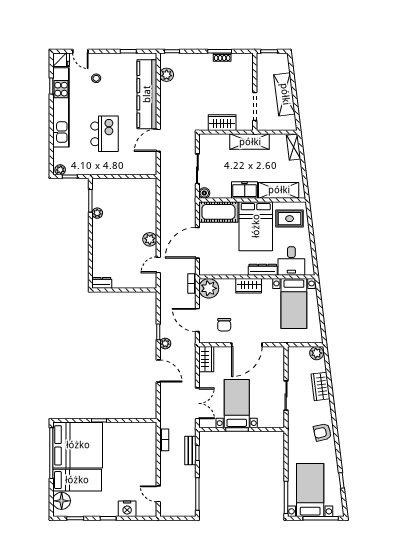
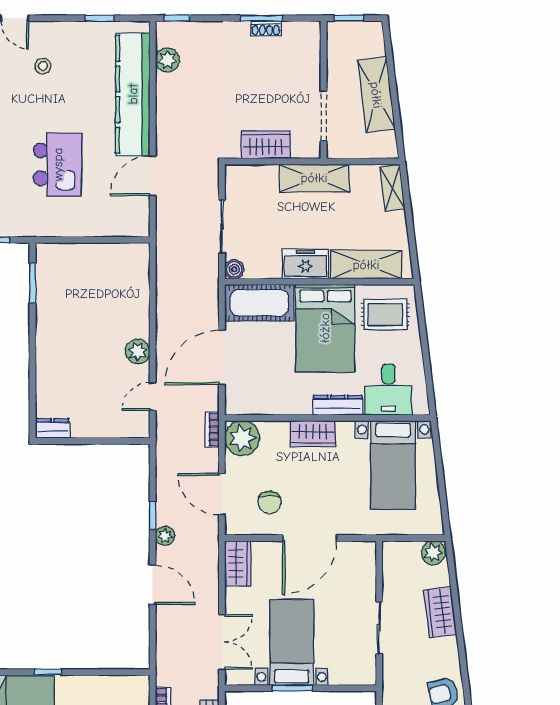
plant: (97, 213) -> (45, 305), removed

